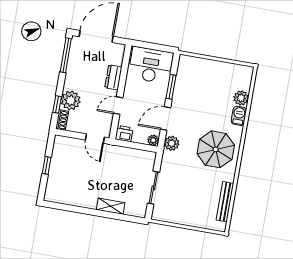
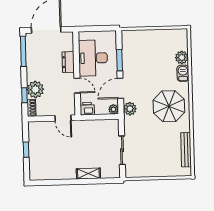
desk: (151, 65) -> (93, 58), moved, turned -90
door: (118, 106) -> (77, 86), swing flipped

